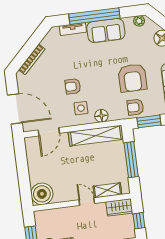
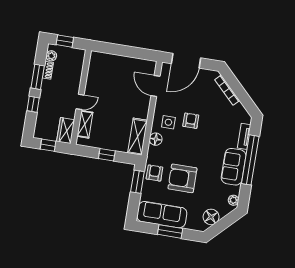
shelving: (96, 136) -> (138, 137), width x0.68
window: (131, 160) -> (107, 155), width x0.46
boiler: (42, 194) -> (100, 62), removed

